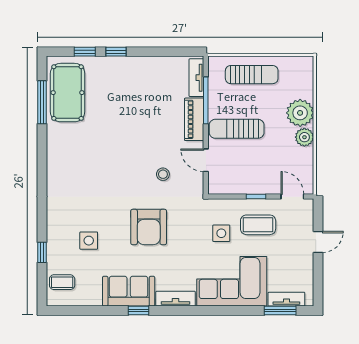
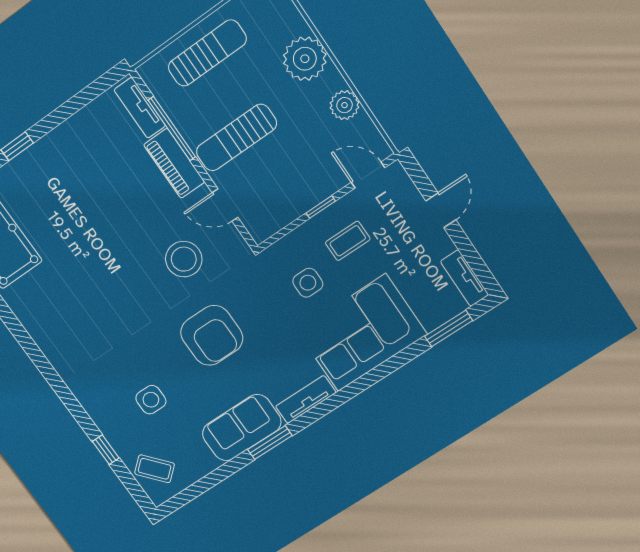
plant: (304, 137) -> (345, 105), moved
stool: (163, 174) -> (184, 259), width x1.89, depth x1.89
coffee table: (258, 225) -> (348, 241), width x0.73, depth x0.77
coffee table: (62, 282) -> (155, 469), turned 49
tv unit: (286, 299) -> (465, 278), moved, turned -90
window: (138, 310) -> (270, 443), width x1.50

